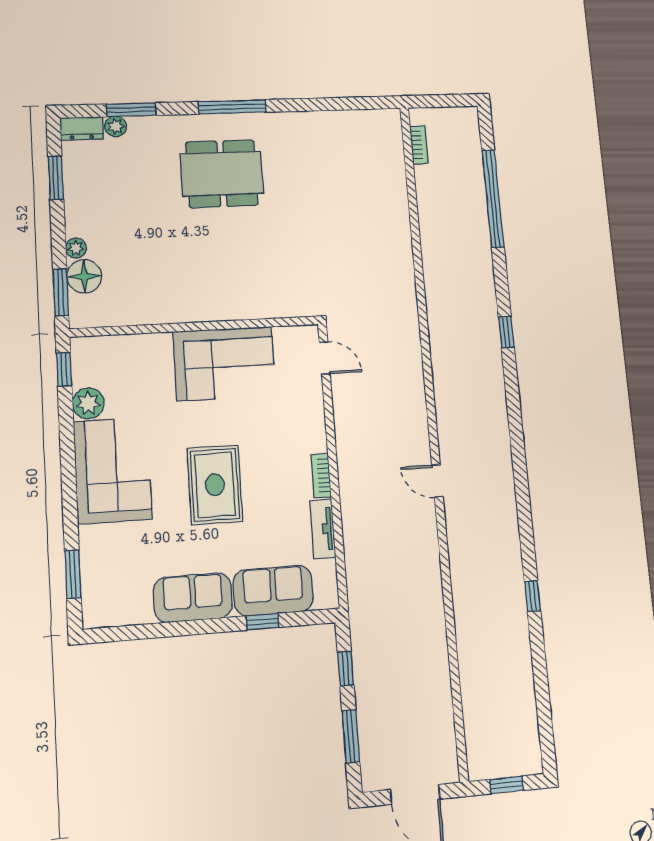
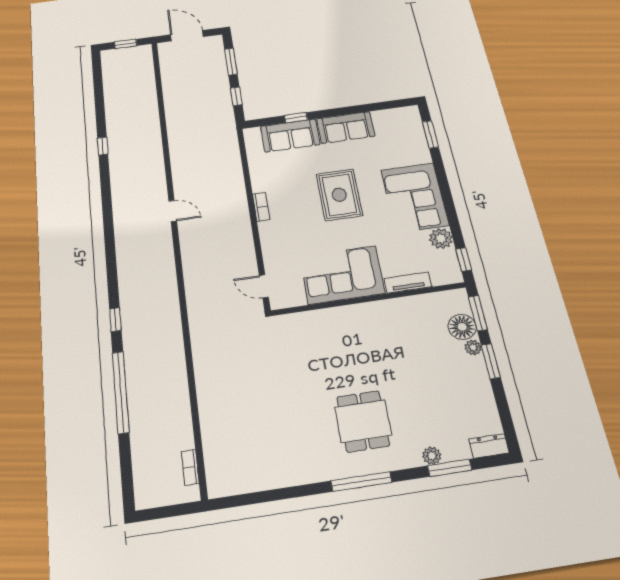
plant: (116, 126) -> (432, 456), moved
dining table: (222, 174) -> (363, 421), width x0.73
window: (56, 178) -> (491, 361), moved
window: (493, 199) -> (121, 392), moved
tv unit: (323, 529) -> (408, 282), moved, turned -90

